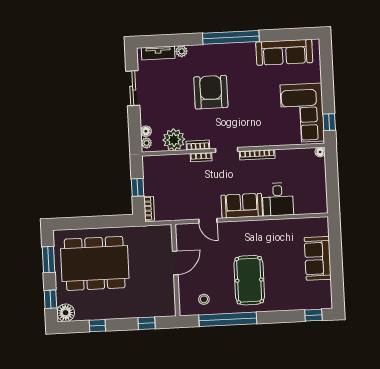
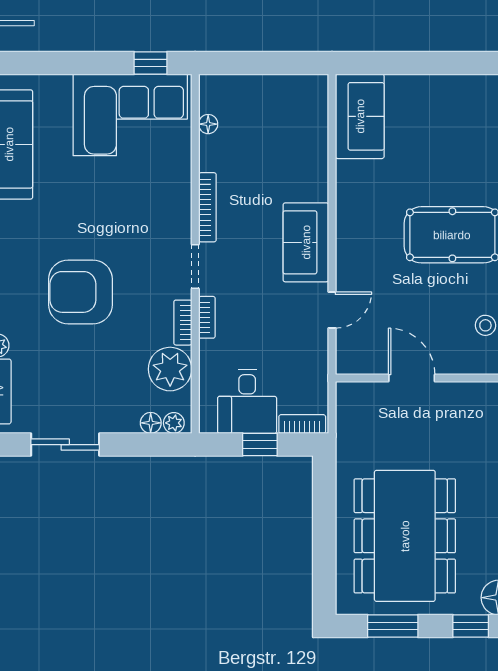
floor lamp: (320, 152) -> (208, 124), moved
desk: (278, 199) -> (247, 401), moved, turned 90
sofa: (318, 258) -> (360, 116), moved, turned -90

